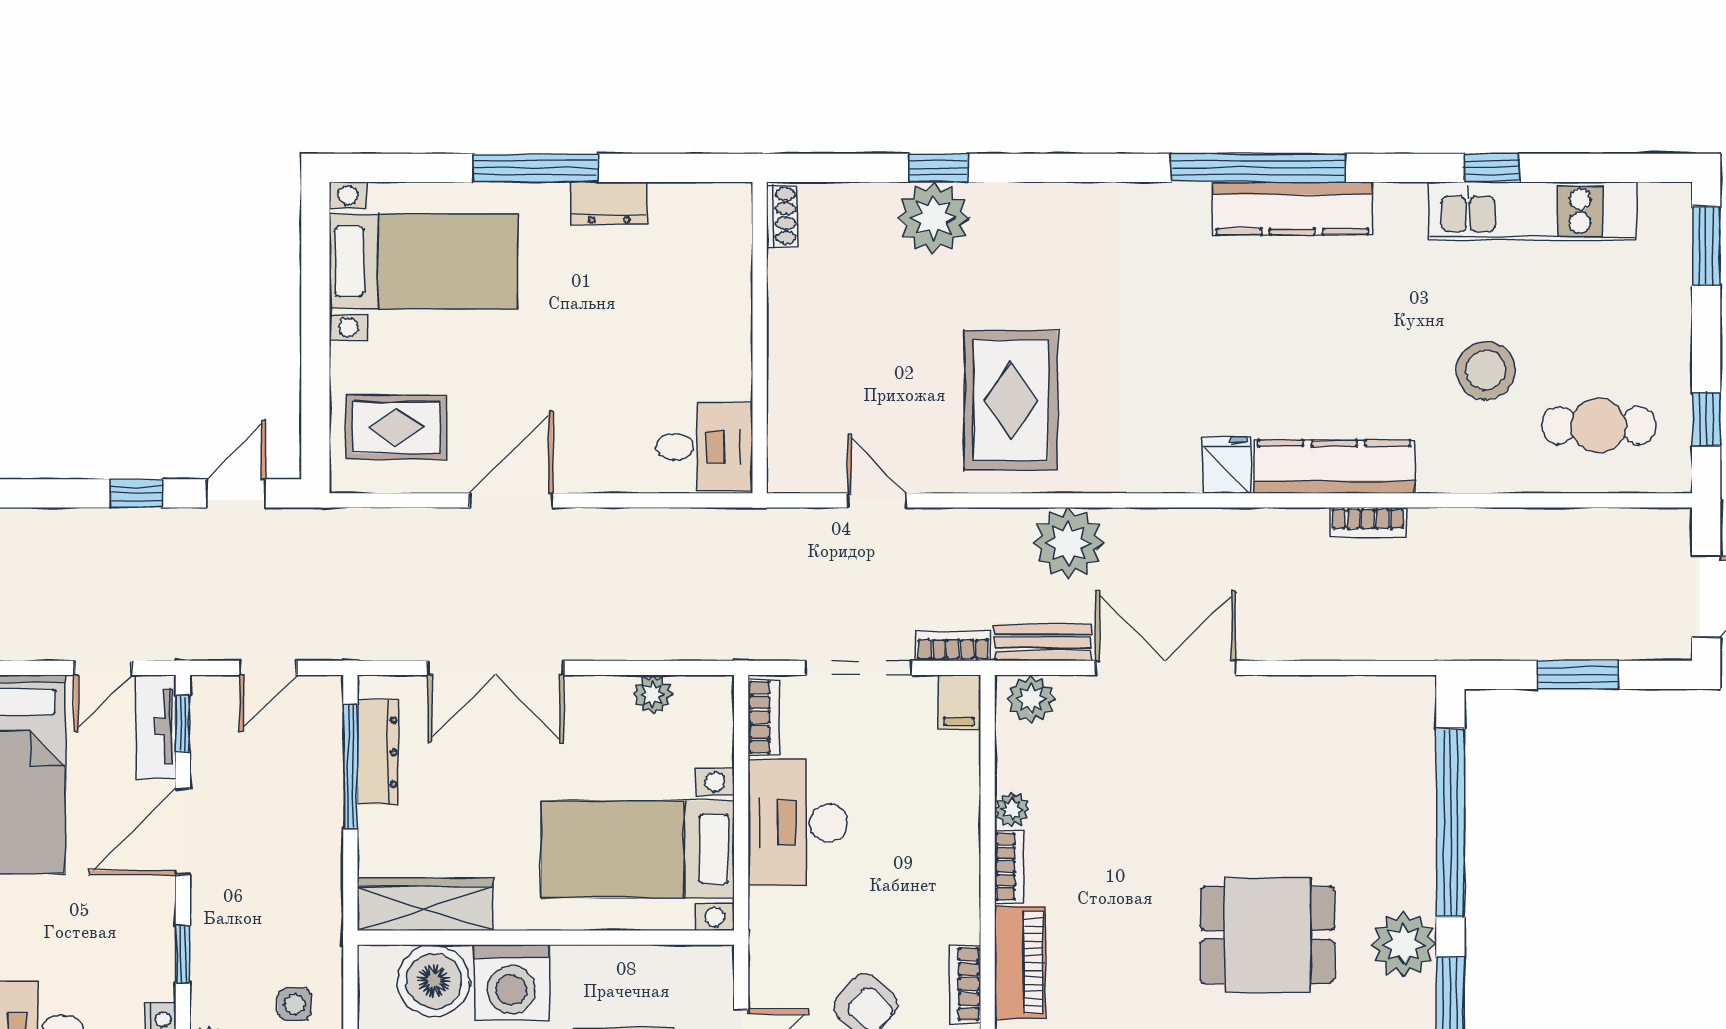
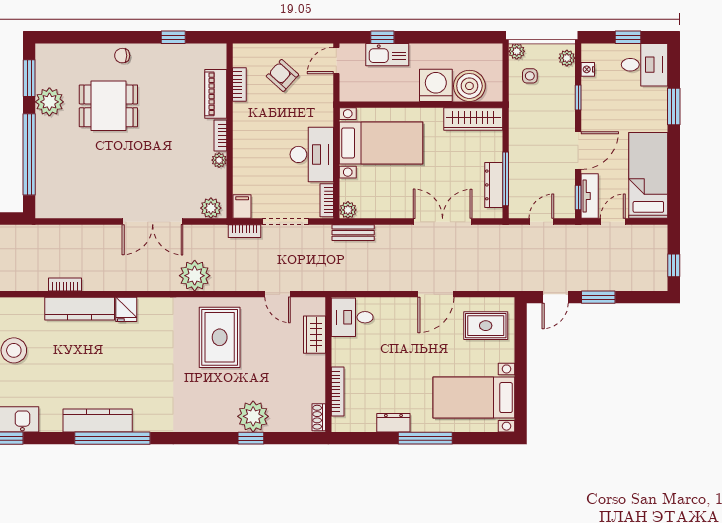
bookcase: (738, 275) -> (338, 391), added
wardrobe: (792, 407) -> (314, 335), added
window: (136, 493) -> (598, 297), width x1.50
bench: (1043, 642) -> (353, 233), moved
plant: (653, 694) -> (348, 210), moved

